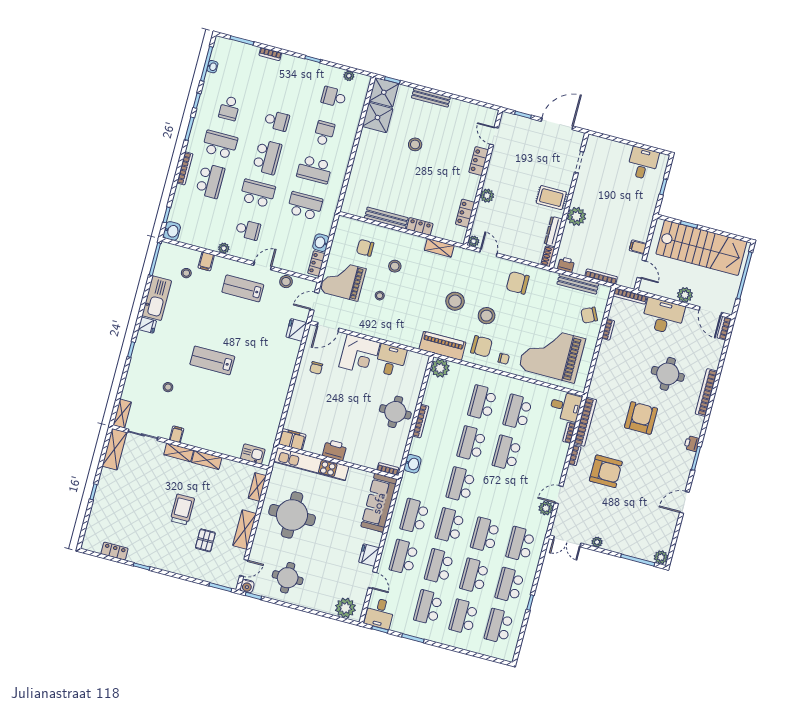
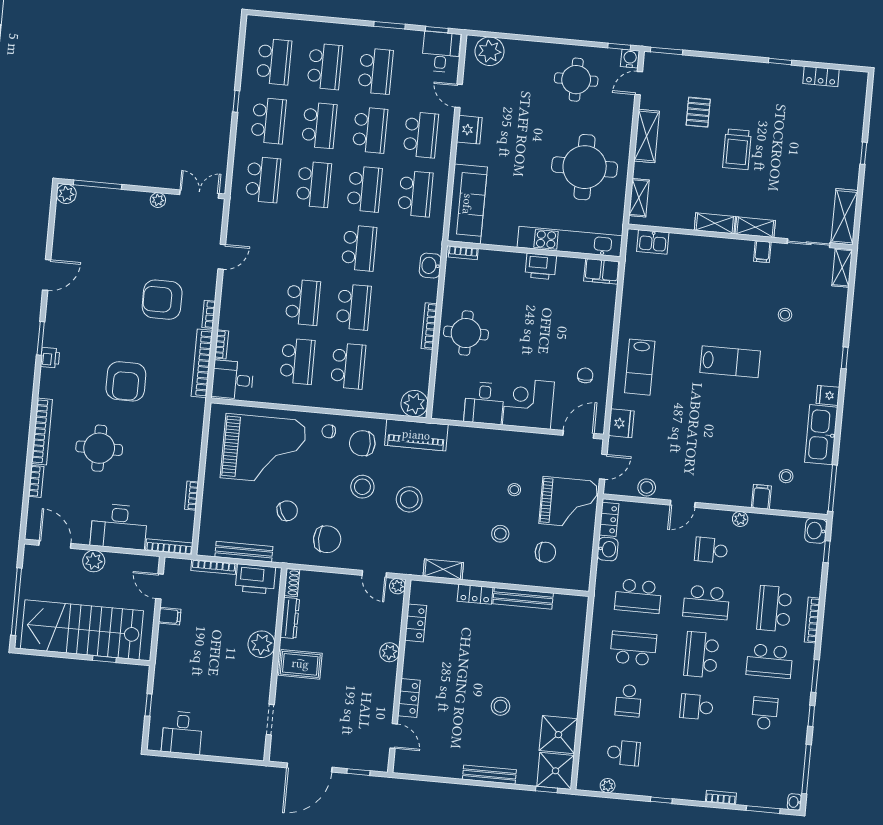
washbasin: (212, 67) -> (794, 802), moved
printer: (566, 265) -> (255, 579), width x1.87, depth x1.48
lab bench: (243, 288) -> (640, 367), moved, turned 90
chair: (589, 315) -> (287, 511), moved
bookcase: (724, 328) -> (36, 481), moved
plant: (546, 508) -> (236, 235), removed

